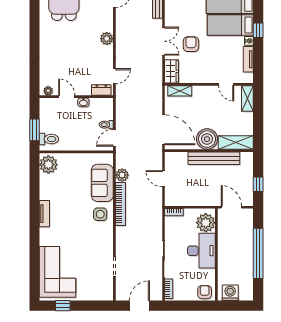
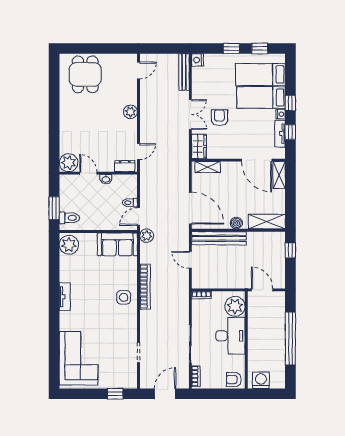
window: (258, 58) -> (290, 132), added
door: (226, 84) -> (257, 160), width x1.87
plant: (48, 91) -> (69, 163), width x1.88, depth x1.88
boiler: (207, 139) -> (236, 223), width x0.54, depth x0.54
bench: (214, 158) -> (219, 238), moved
plant: (122, 175) -> (147, 236), moved
sofa: (102, 183) -> (117, 244), moved, turned -90
window: (258, 184) -> (290, 250), moved
armchair: (205, 292) -> (234, 380), turned -90
window: (63, 306) -> (115, 394), moved

